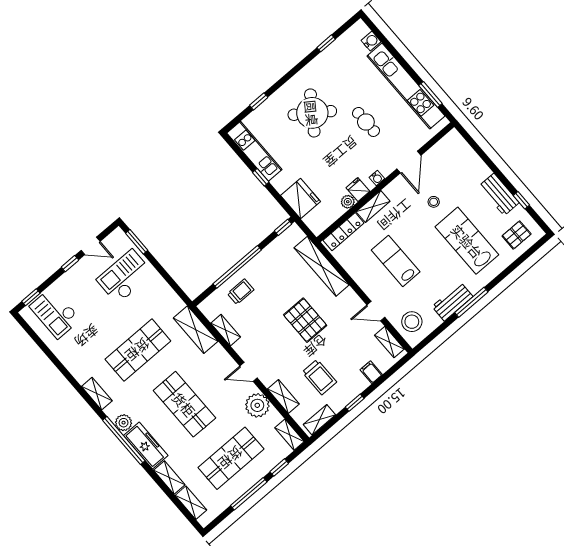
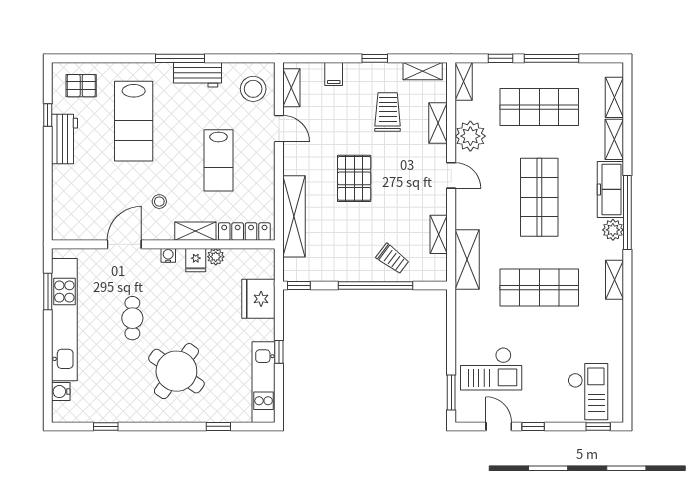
stool: (434, 202) -> (159, 202), moved
trolley: (241, 292) -> (393, 259), turned -143

